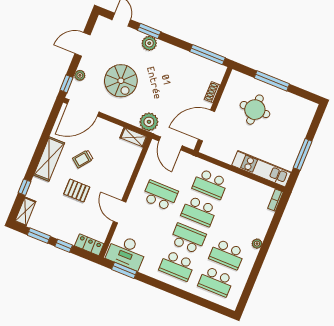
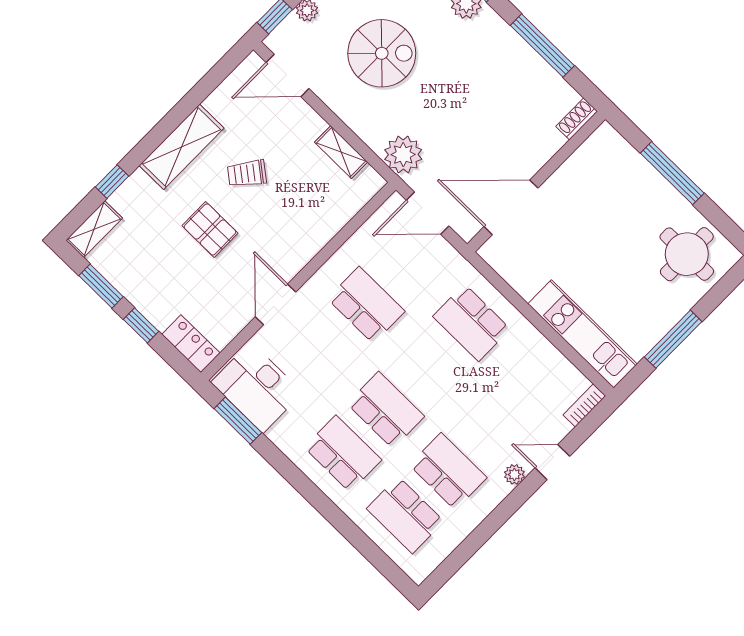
window: (208, 55) -> (542, 46), moved
spiral stairs: (121, 81) -> (382, 53), turned -90
shoe rack: (212, 92) -> (577, 119), moved
door: (83, 108) -> (288, 76), width x0.73
round table: (255, 110) -> (687, 254), moved
shelving: (134, 137) -> (341, 152), moved
door: (171, 143) -> (428, 213), hinge flipped
school desk: (199, 211) -> (429, 366), removed
door: (272, 231) -> (552, 462), added
school desk: (227, 254) -> (448, 471), turned 180
school desk: (177, 266) -> (343, 454), turned 180

